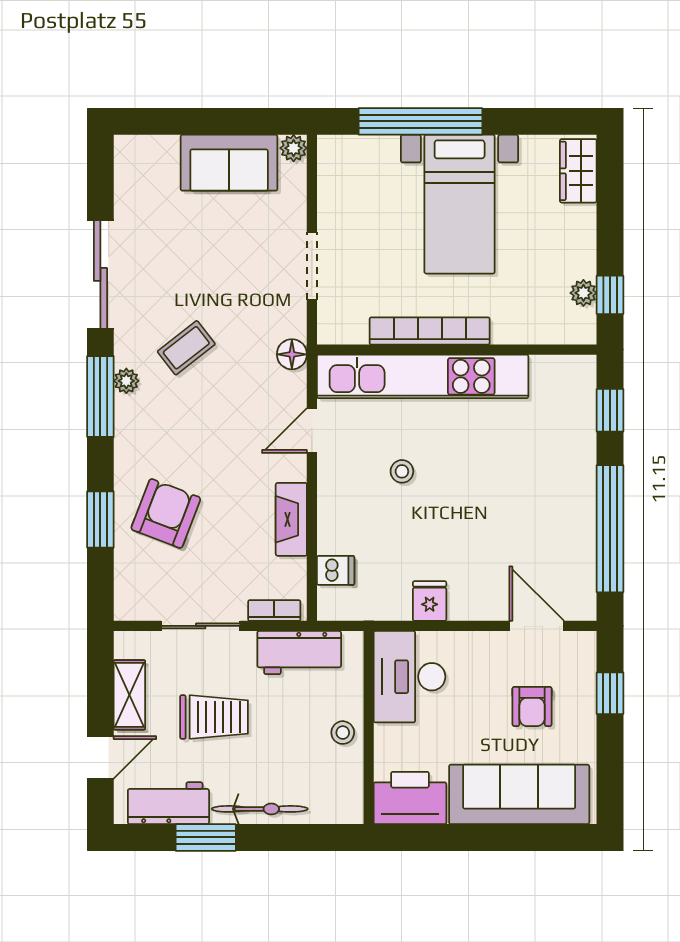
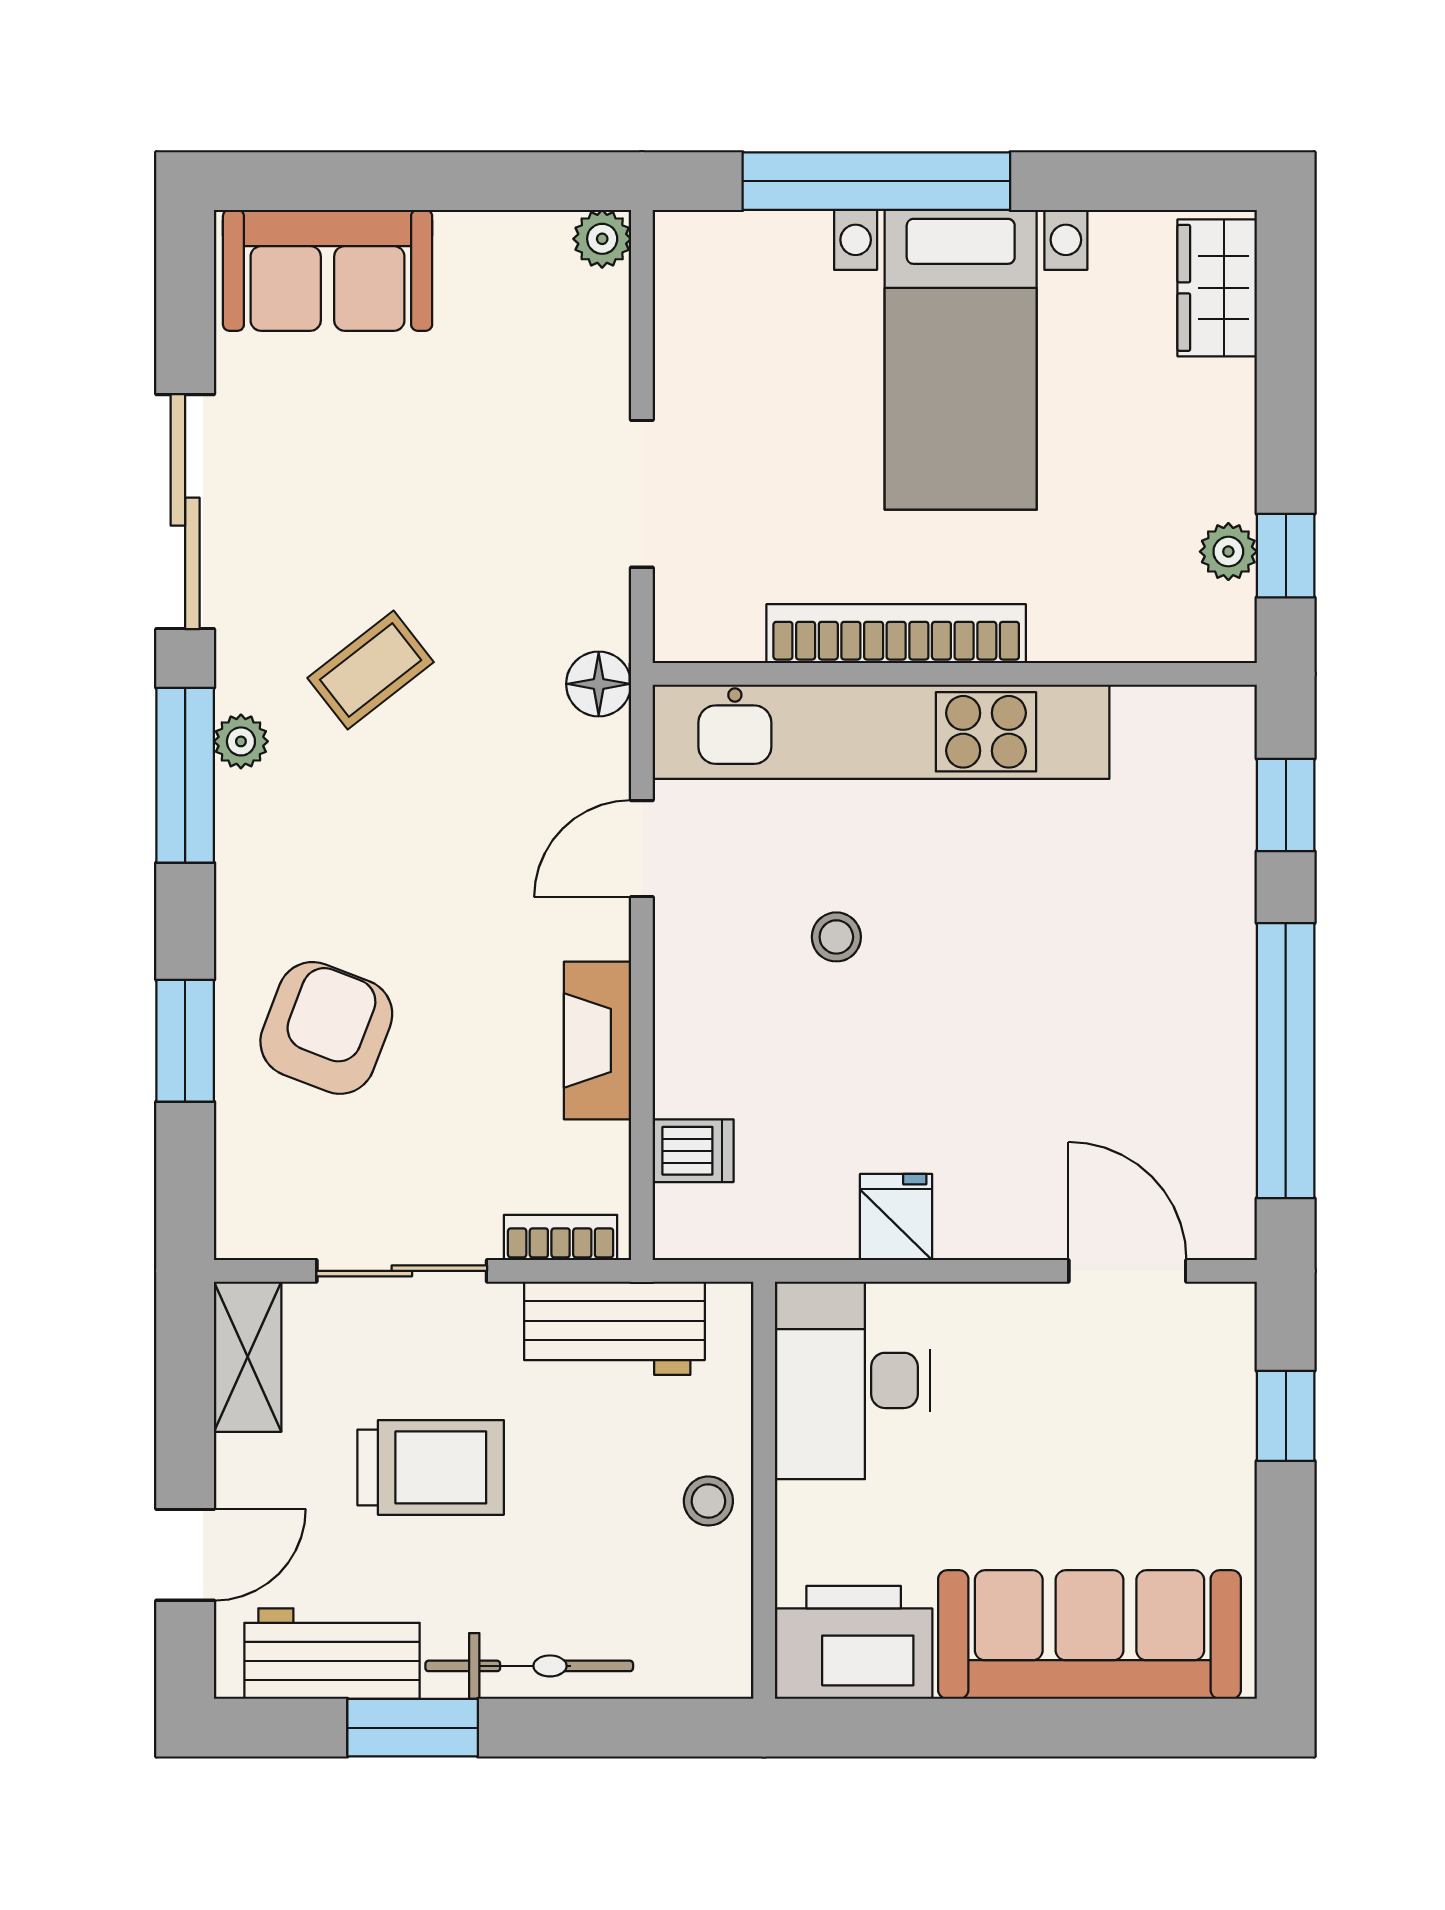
sofa: (229, 163) -> (328, 270), moved
shelving: (129, 695) -> (248, 1357), moved
armchair: (532, 706) -> (1117, 1445), removed

